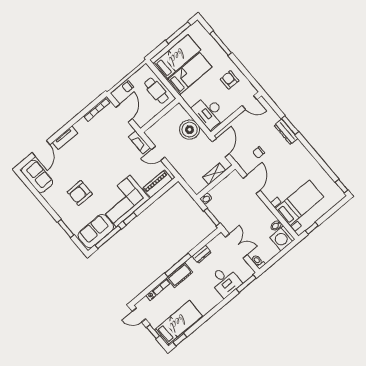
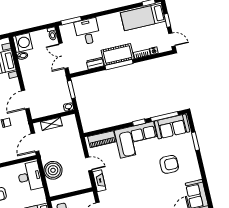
cot: (180, 275) -> (118, 54), width x1.37, depth x1.34

